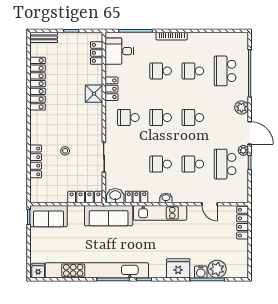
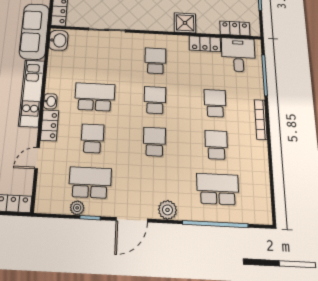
locker: (112, 89) -> (205, 44), moved
plant: (243, 150) -> (77, 208), moved
school desk: (161, 164) -> (95, 97), width x1.85
locker: (136, 197) -> (50, 125), moved

